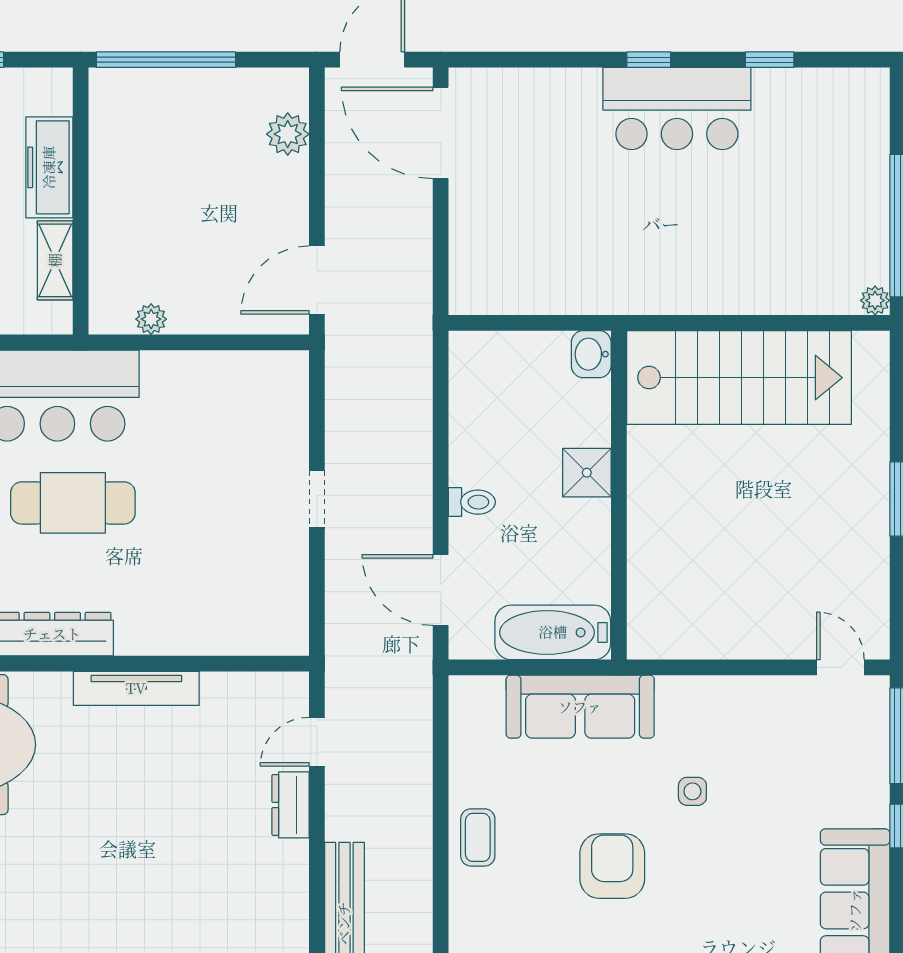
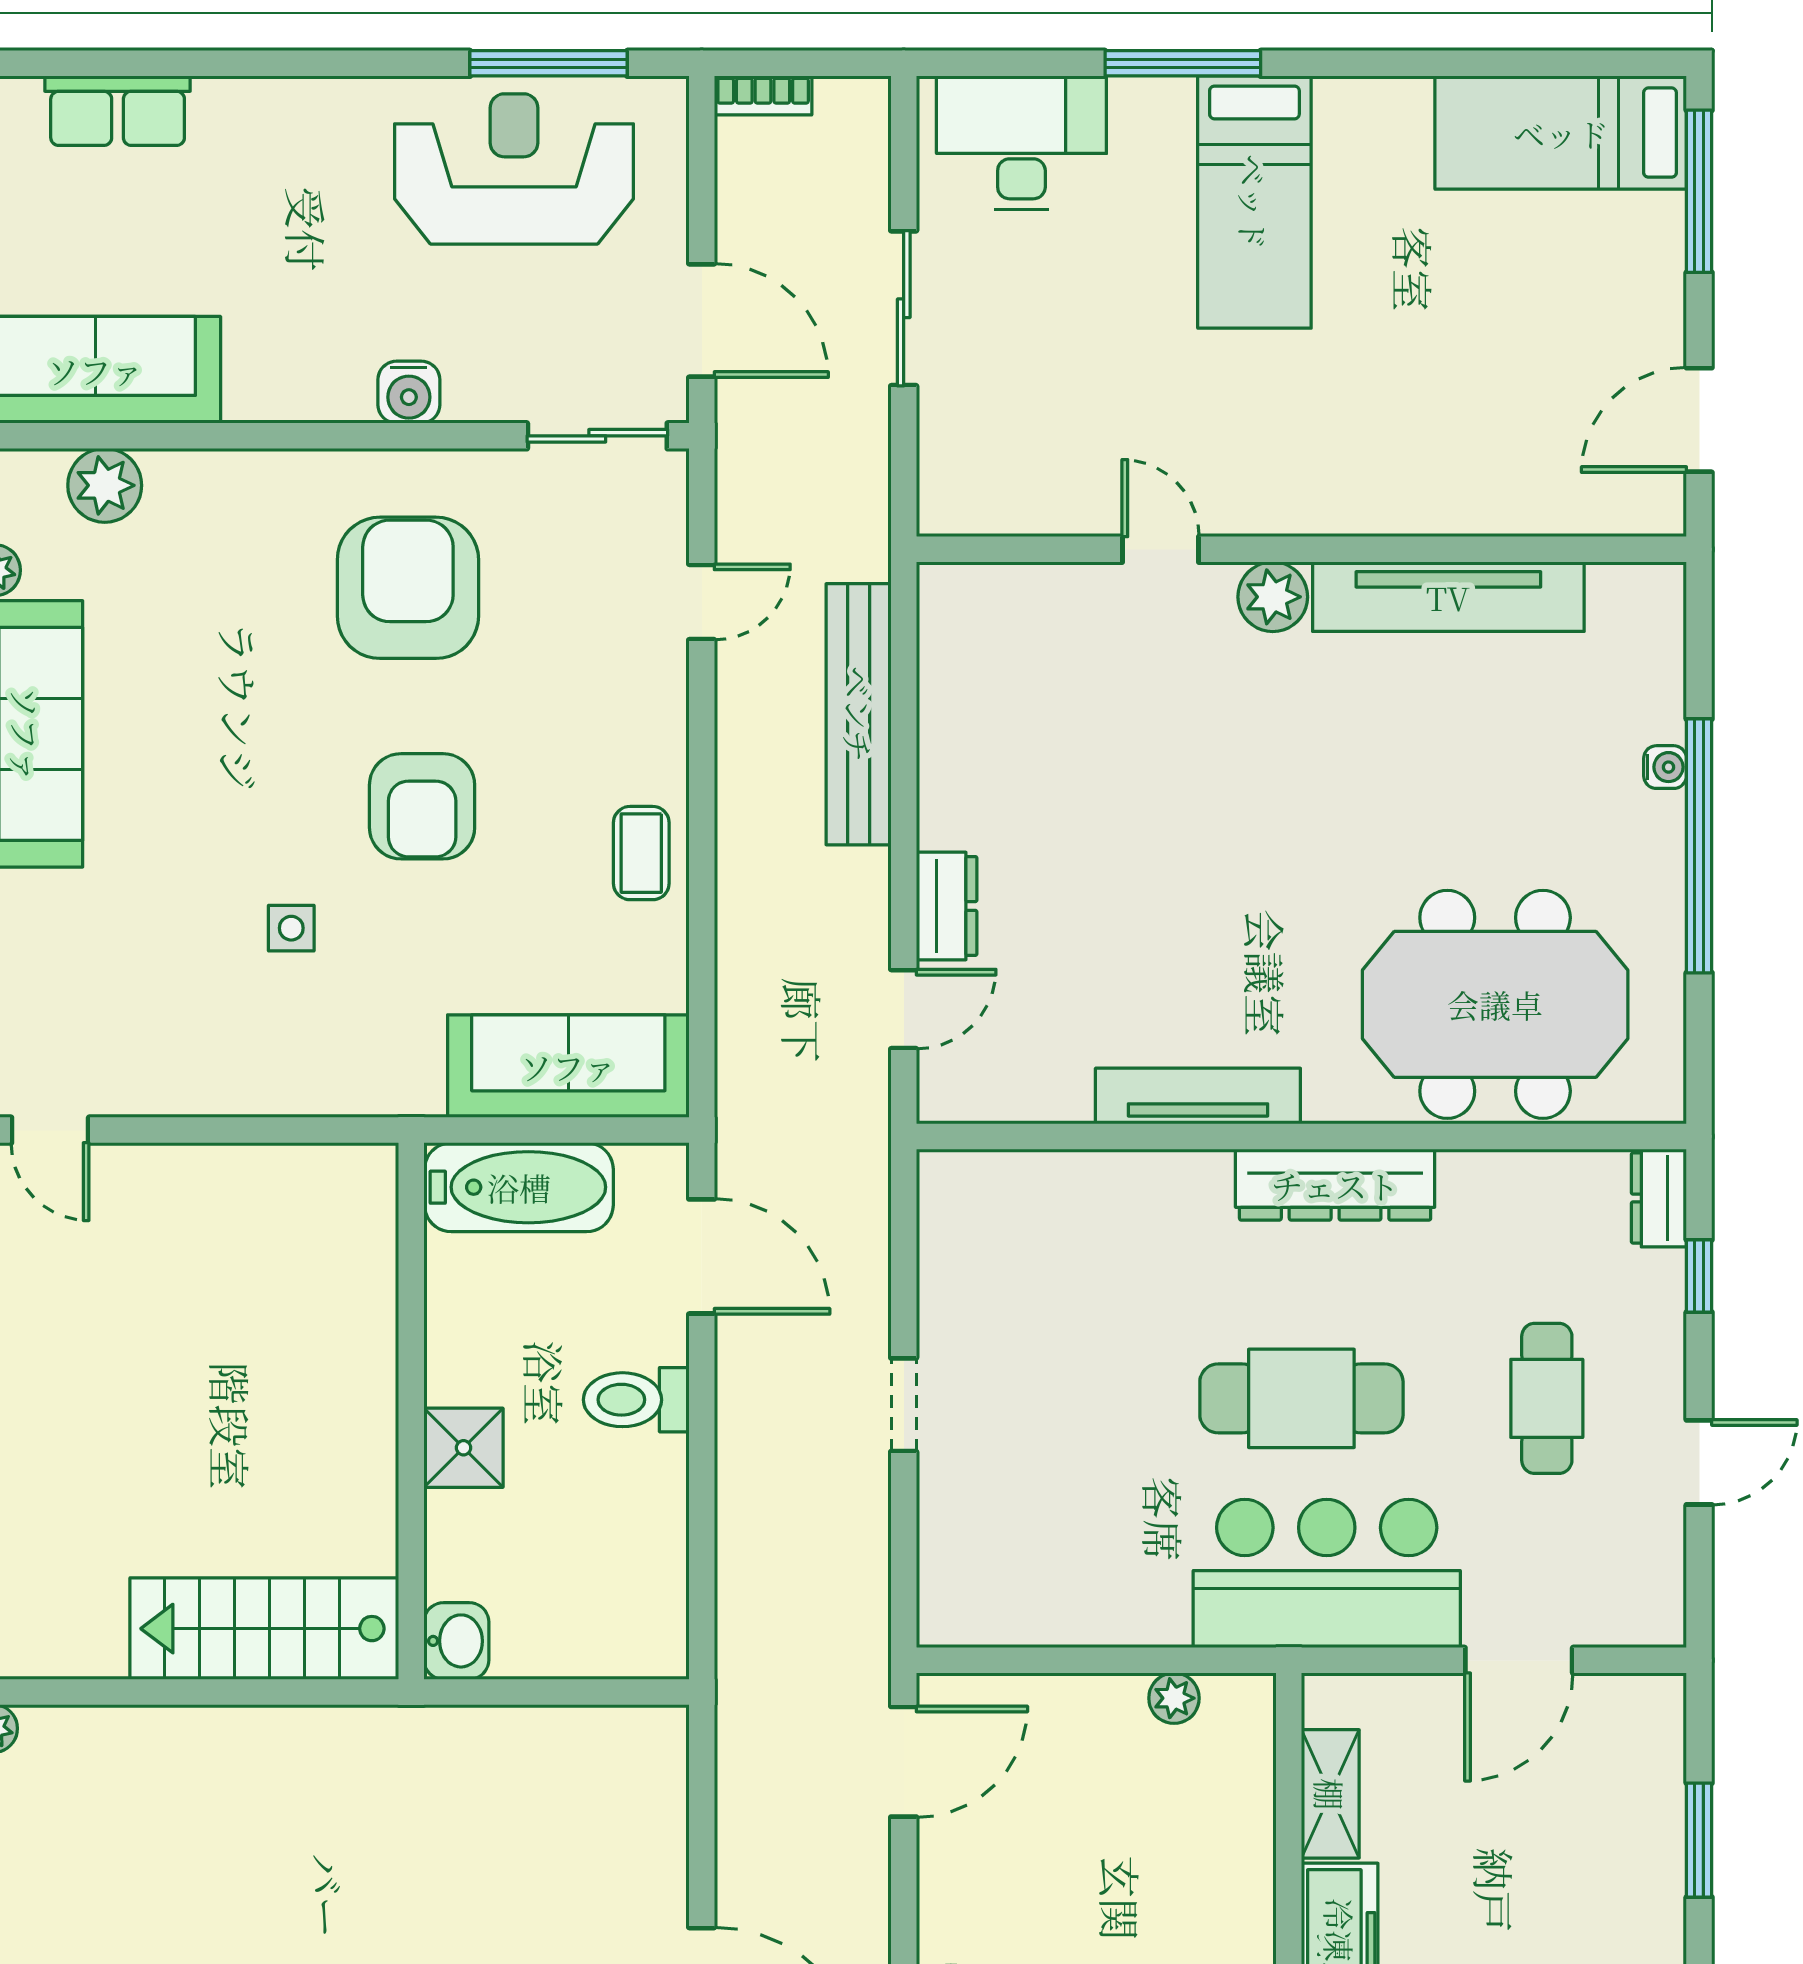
stairs: (739, 378) -> (264, 1629), width x0.73, depth x0.66
toilet: (472, 502) -> (636, 1400), width x1.37, depth x1.39
sofa: (580, 707) -> (568, 1066), moved

